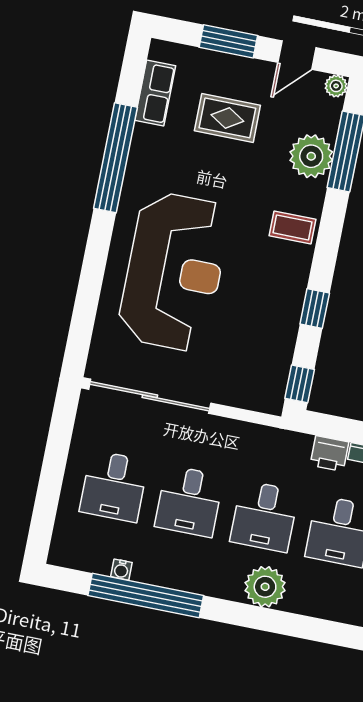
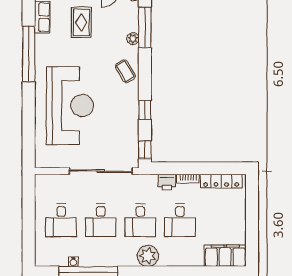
rug: (227, 118) -> (81, 22), turned 90
plant: (311, 156) -> (133, 39), width x0.53, depth x0.53
coffee table: (292, 227) -> (125, 71), turned 59
sliding door: (150, 396) -> (101, 171), moved

